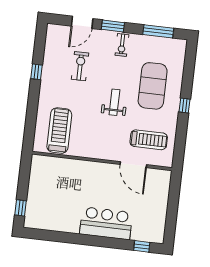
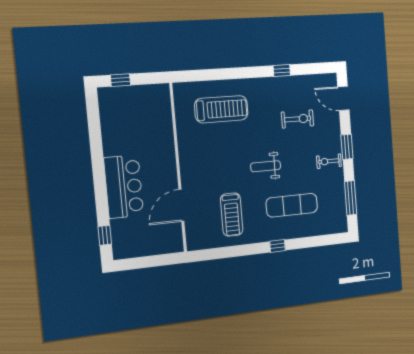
door: (82, 22) -> (343, 98), moved
exercise mat: (153, 86) -> (292, 205), width x0.68
weight bench: (114, 102) -> (266, 166), turned 180
wall: (102, 161) -> (178, 168), moved
door: (133, 165) -> (181, 205), moved

